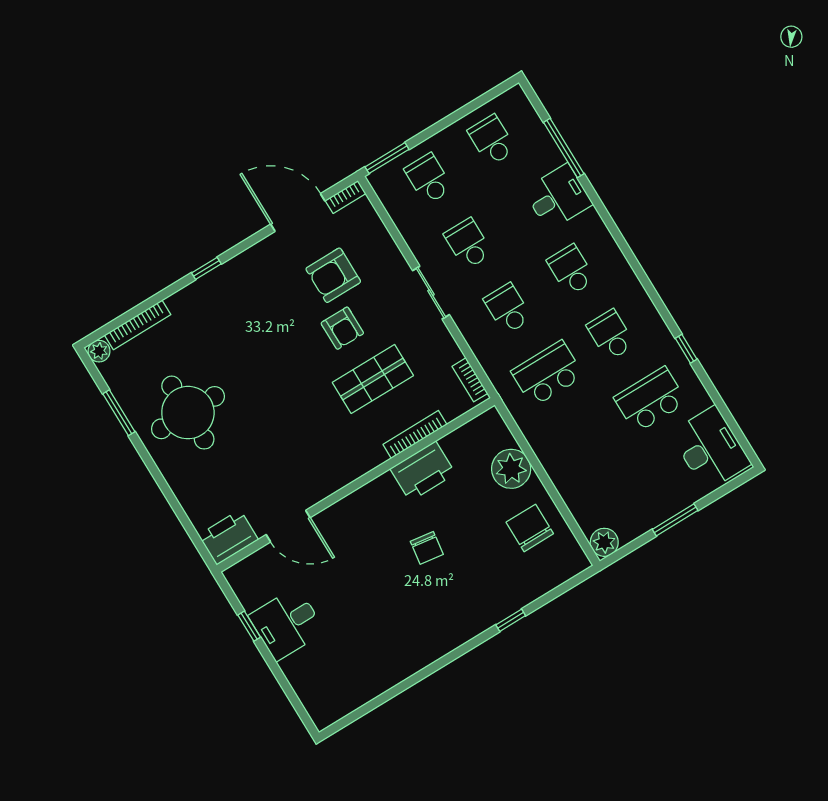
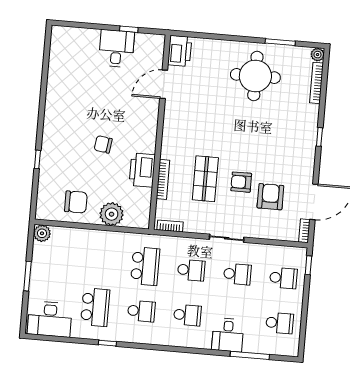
window: (387, 158) -> (308, 265), width x0.67

